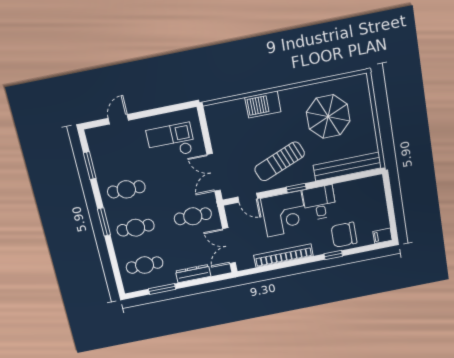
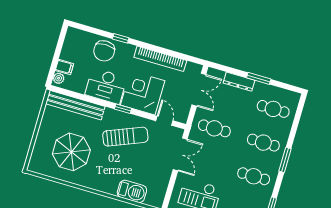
barbecue: (263, 105) -> (132, 191), moved
plant: (377, 185) -> (59, 78), added
desk: (320, 203) -> (106, 86), width x1.37
chair: (344, 235) -> (104, 51), turned 90
filing cabinet: (382, 236) -> (64, 67), moved
window: (162, 289) -> (259, 78), moved

